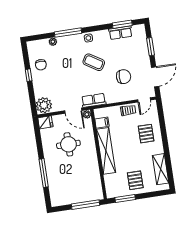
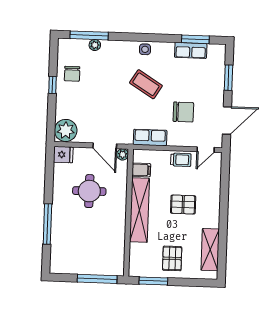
window: (68, 33) -> (89, 35), moved
row of seats: (94, 100) -> (150, 137), moved
pallet: (146, 134) -> (183, 205), moved, turned 90

